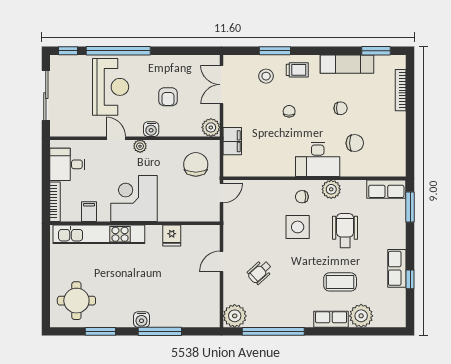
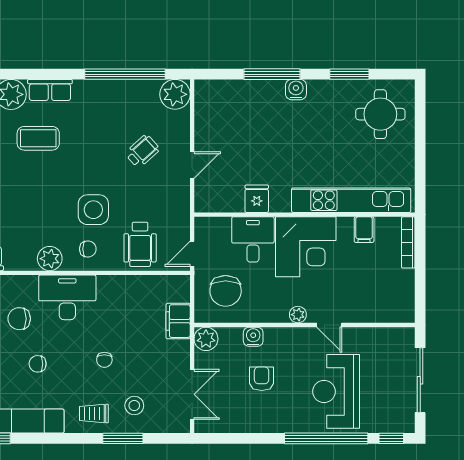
water cooler: (151, 129) -> (253, 337), moved
desk: (67, 164) -> (253, 239), moved, turned -90
wheelchair: (345, 230) -> (140, 244), moved

